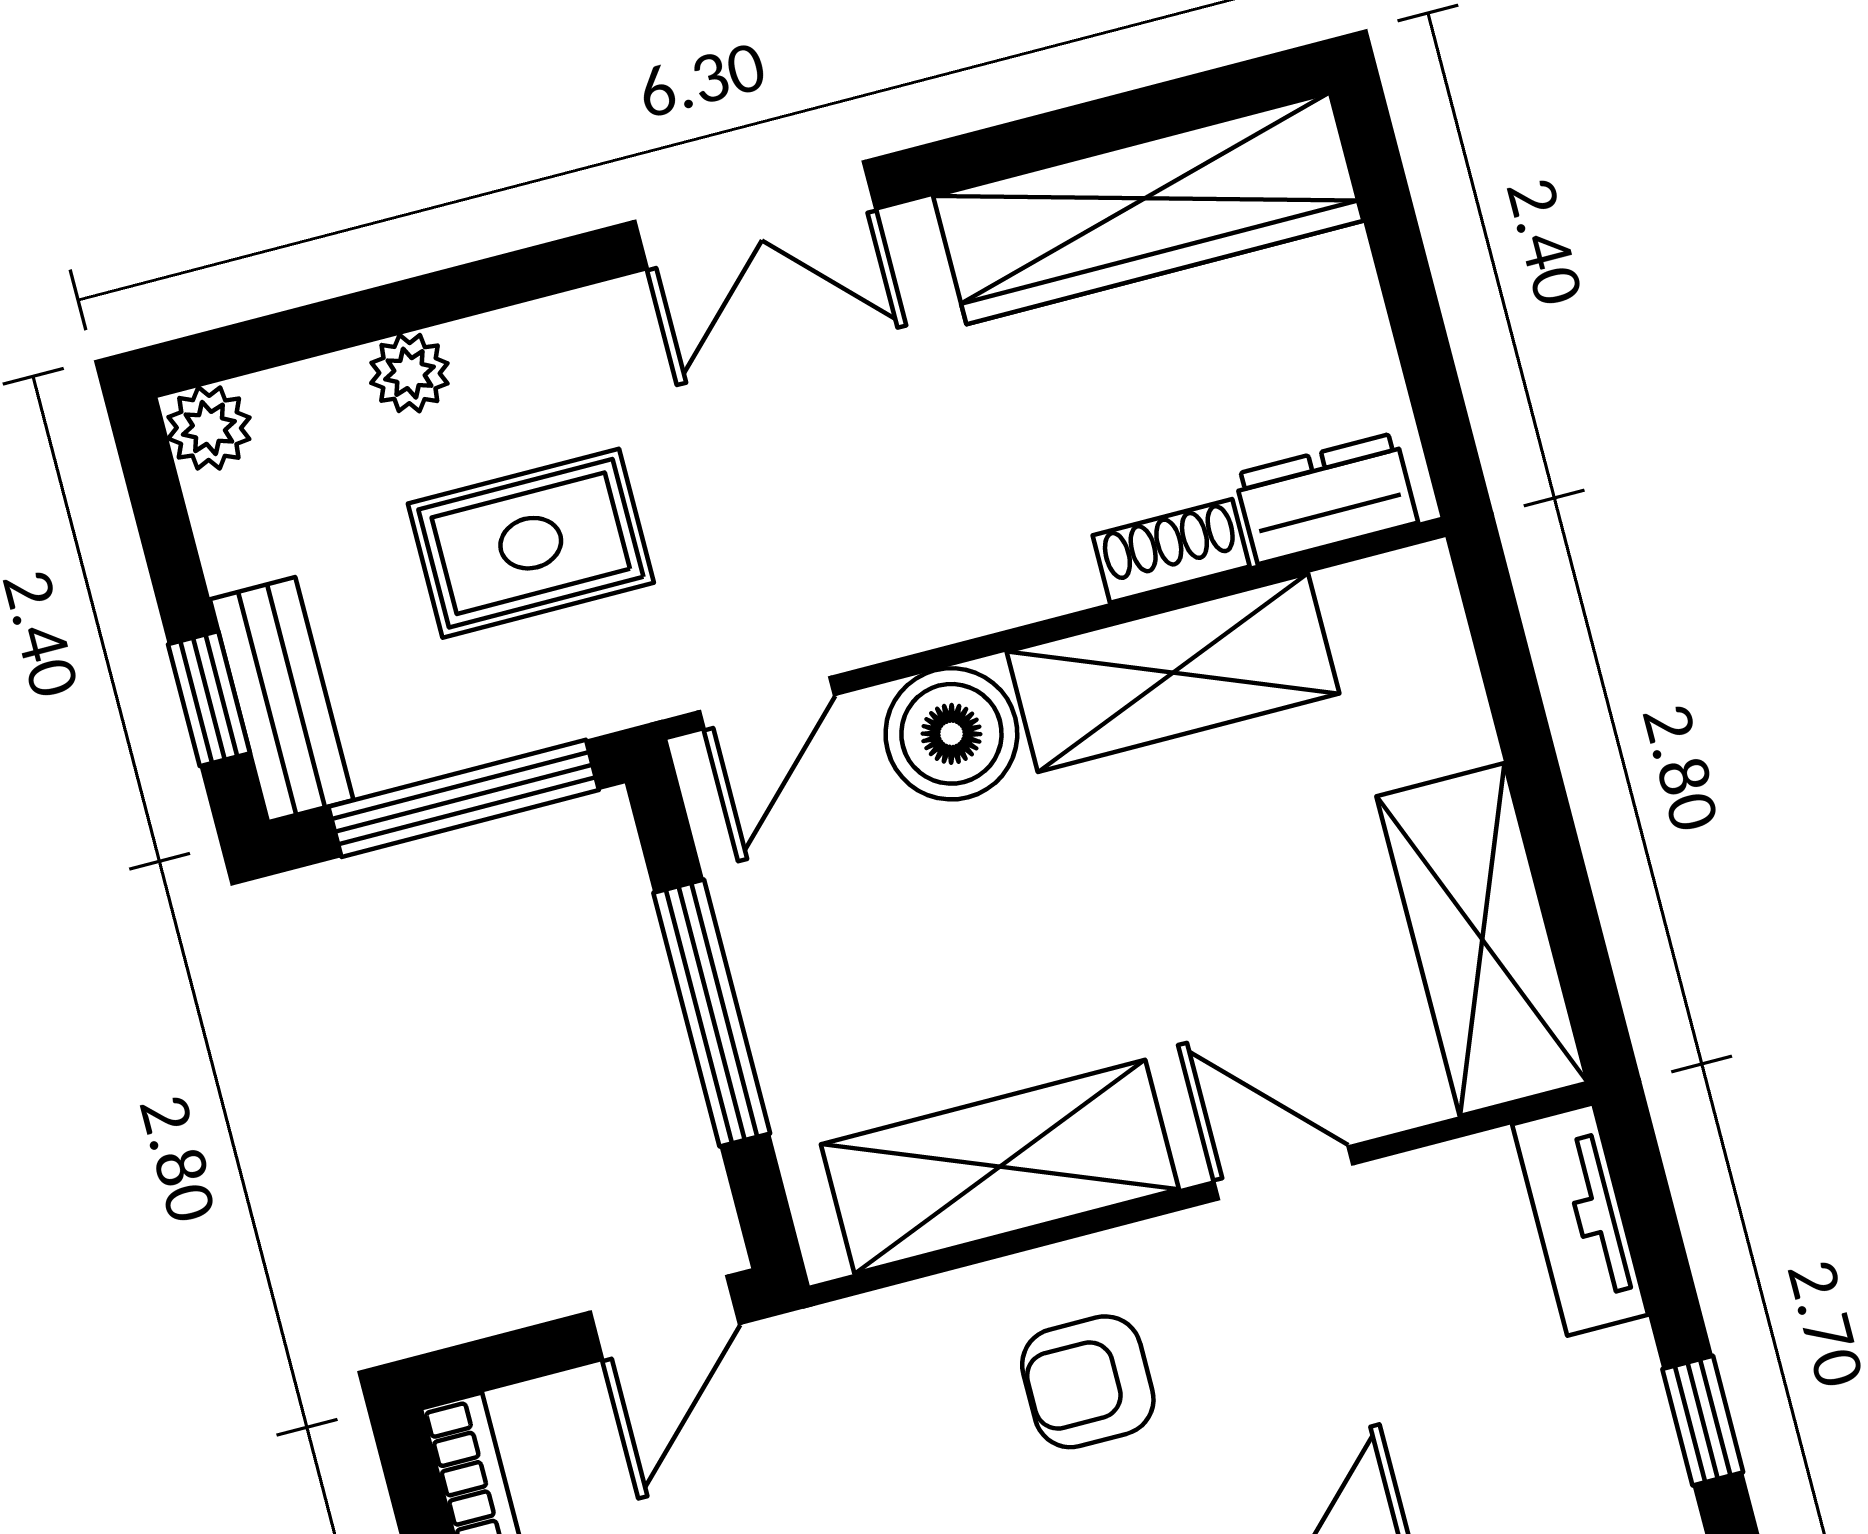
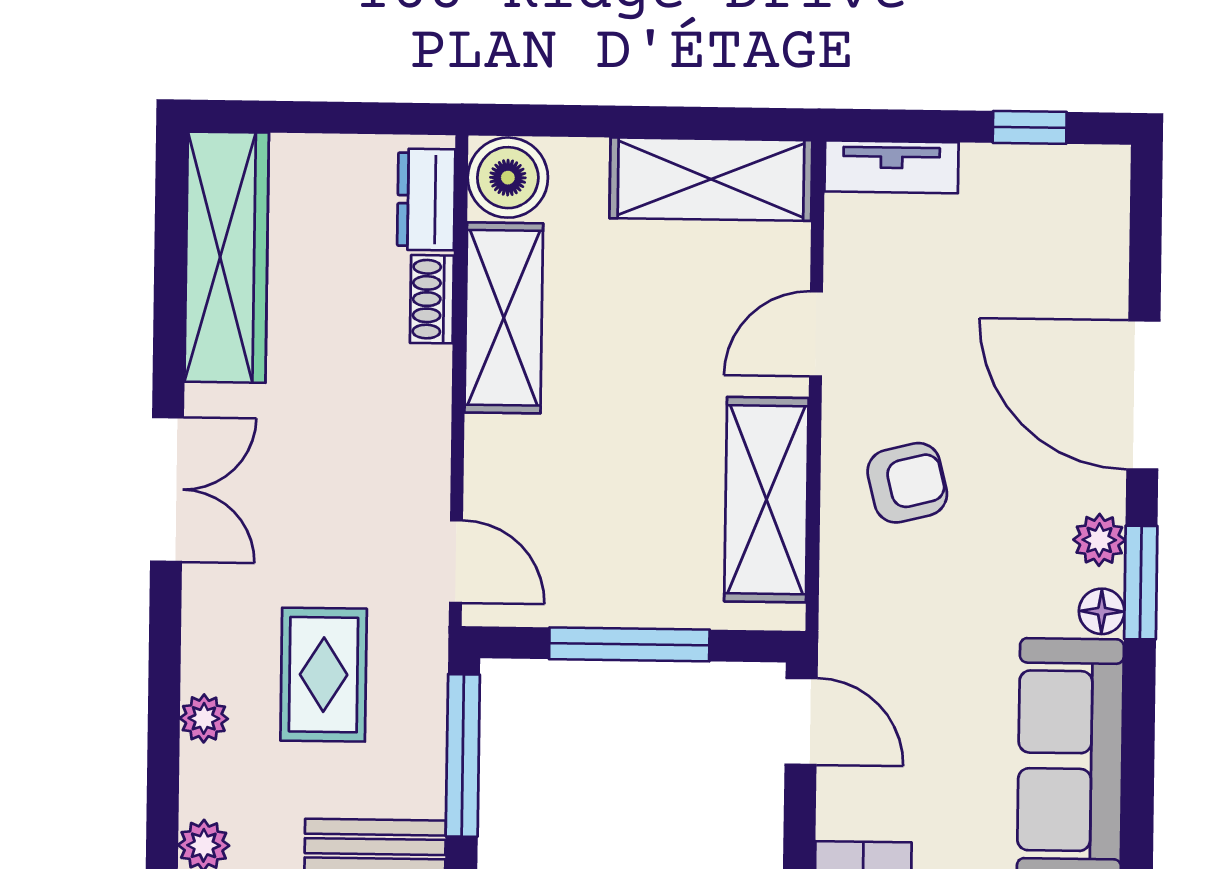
boiler: (951, 734) -> (508, 178), moved
armchair: (1088, 1382) -> (907, 483), turned -104

